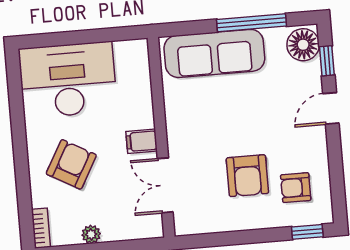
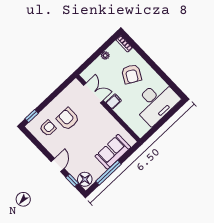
sofa: (214, 53) -> (113, 152), width x0.73

